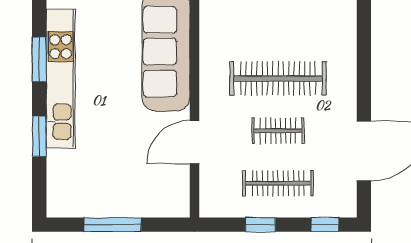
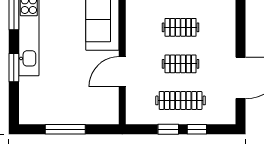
clothes rail: (278, 78) -> (181, 27), width x0.54, depth x0.76
window: (325, 225) -> (197, 129), moved

